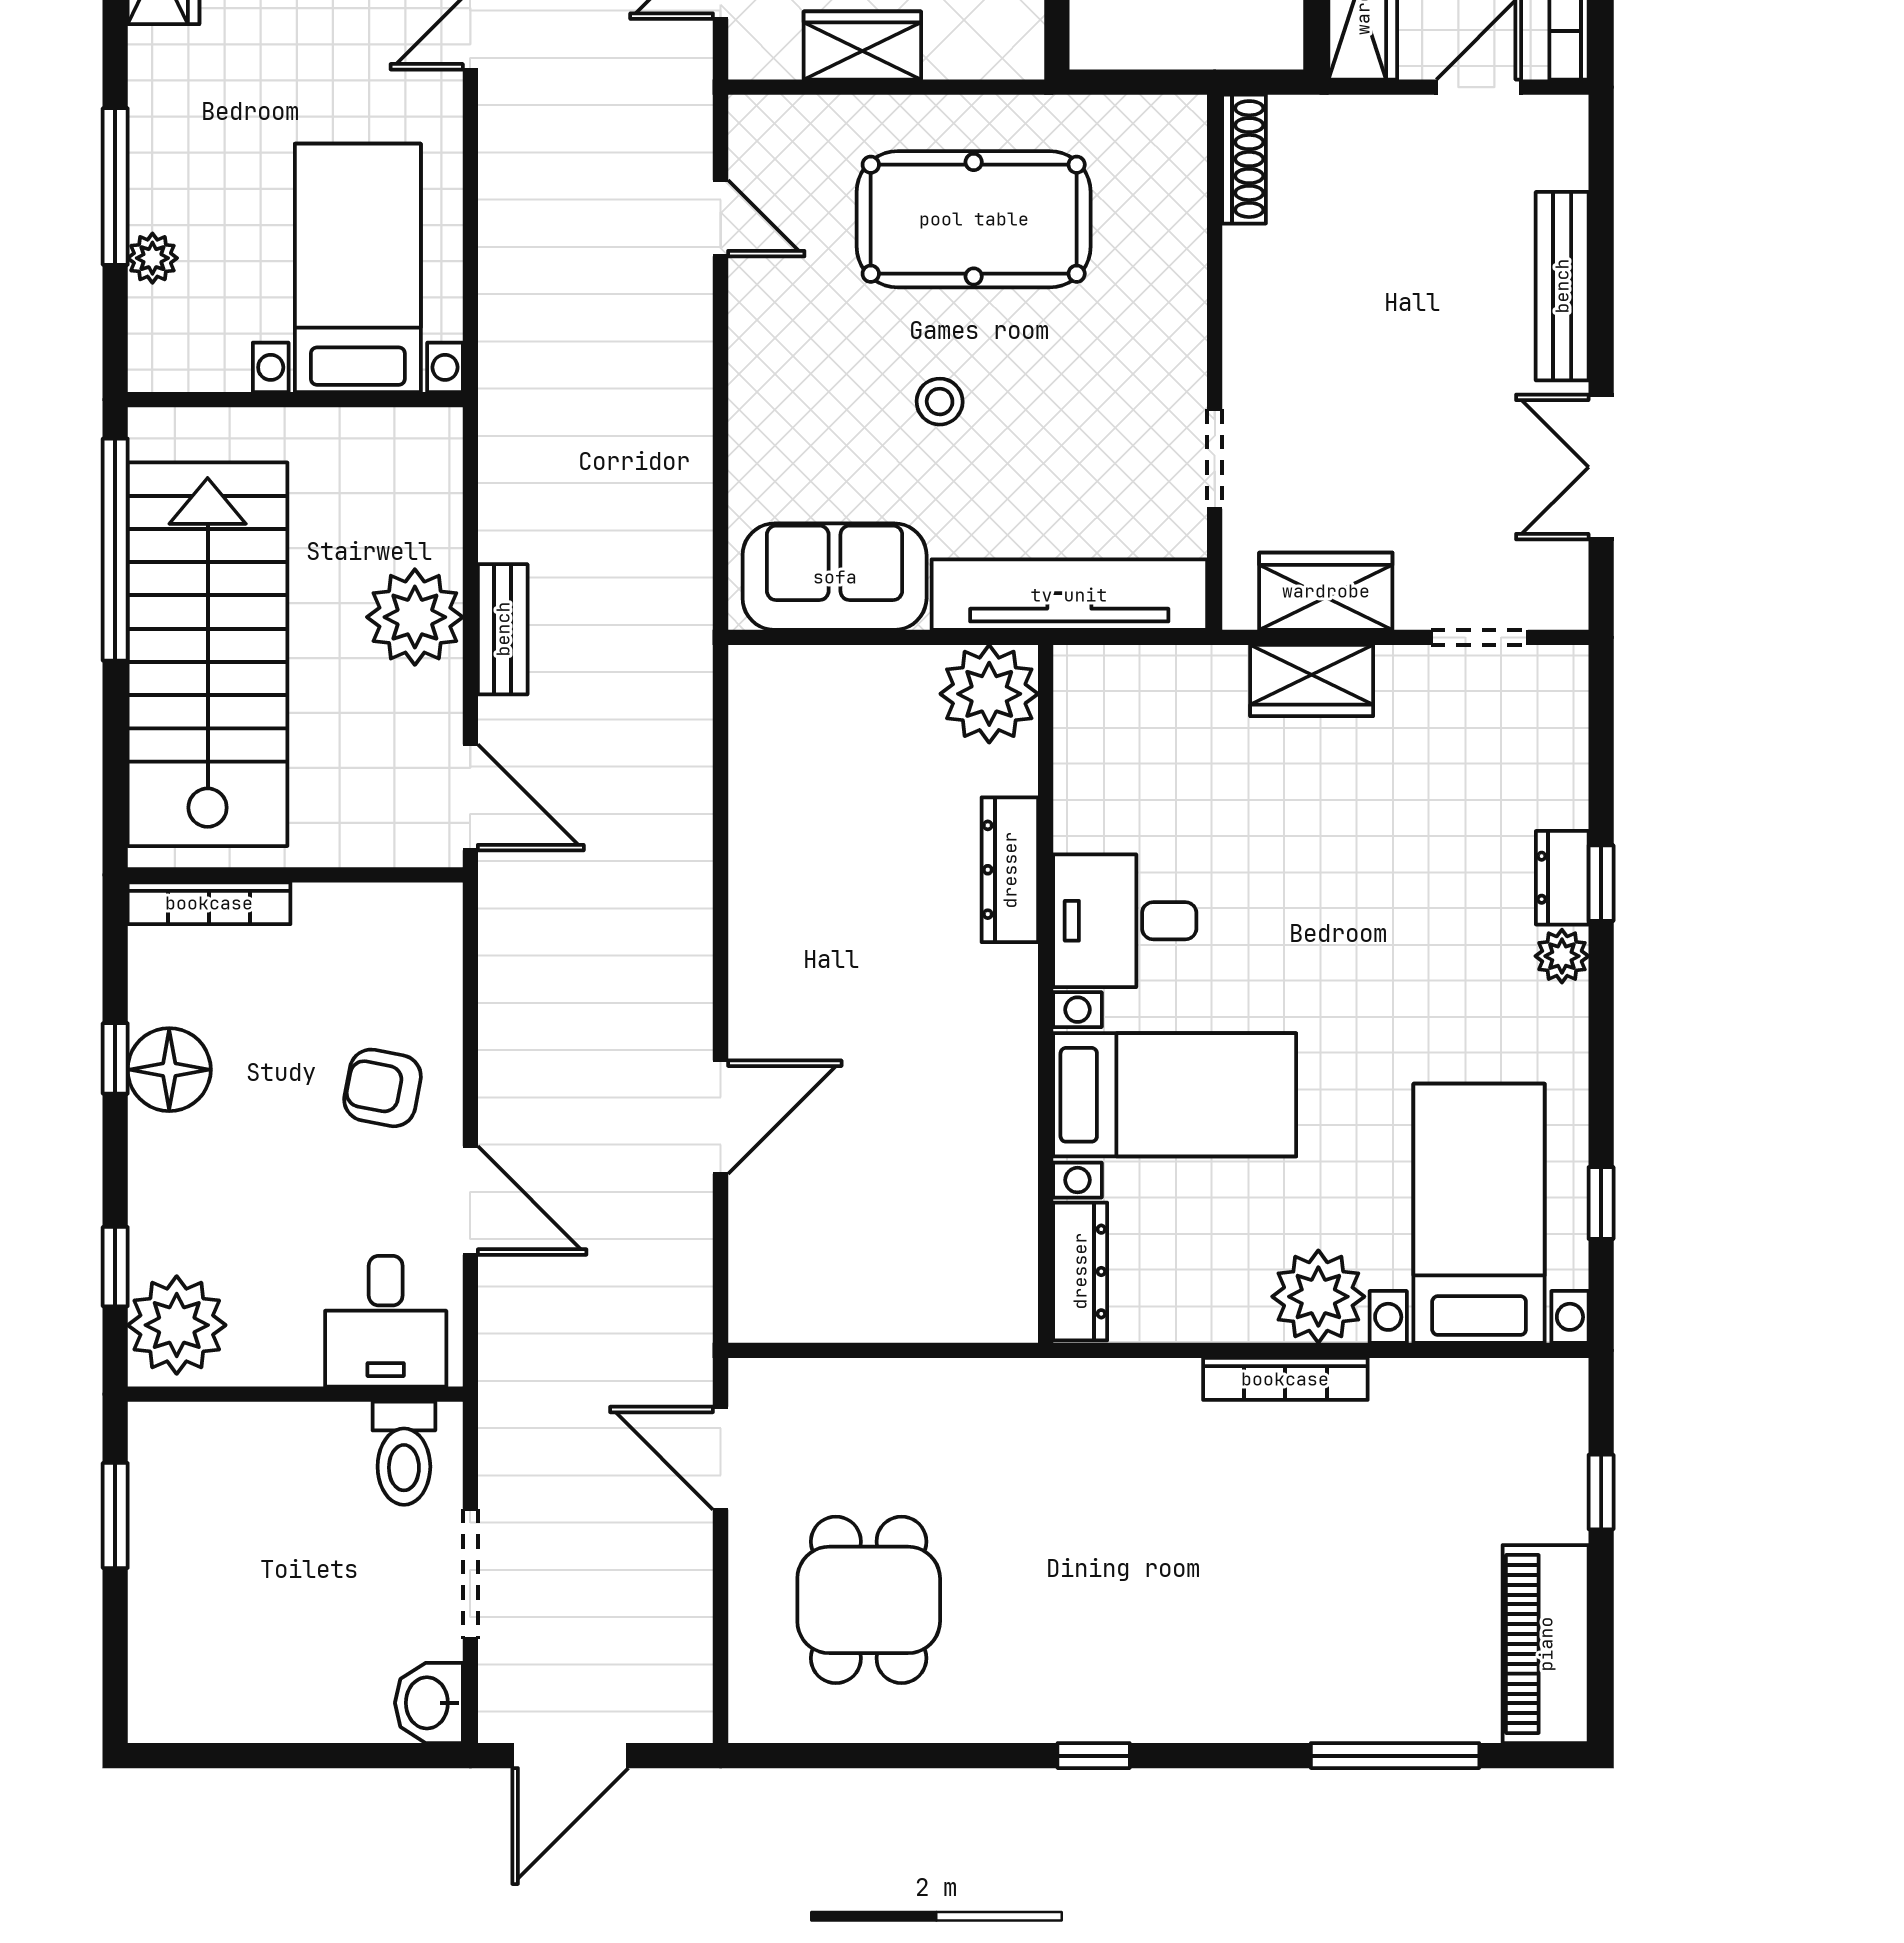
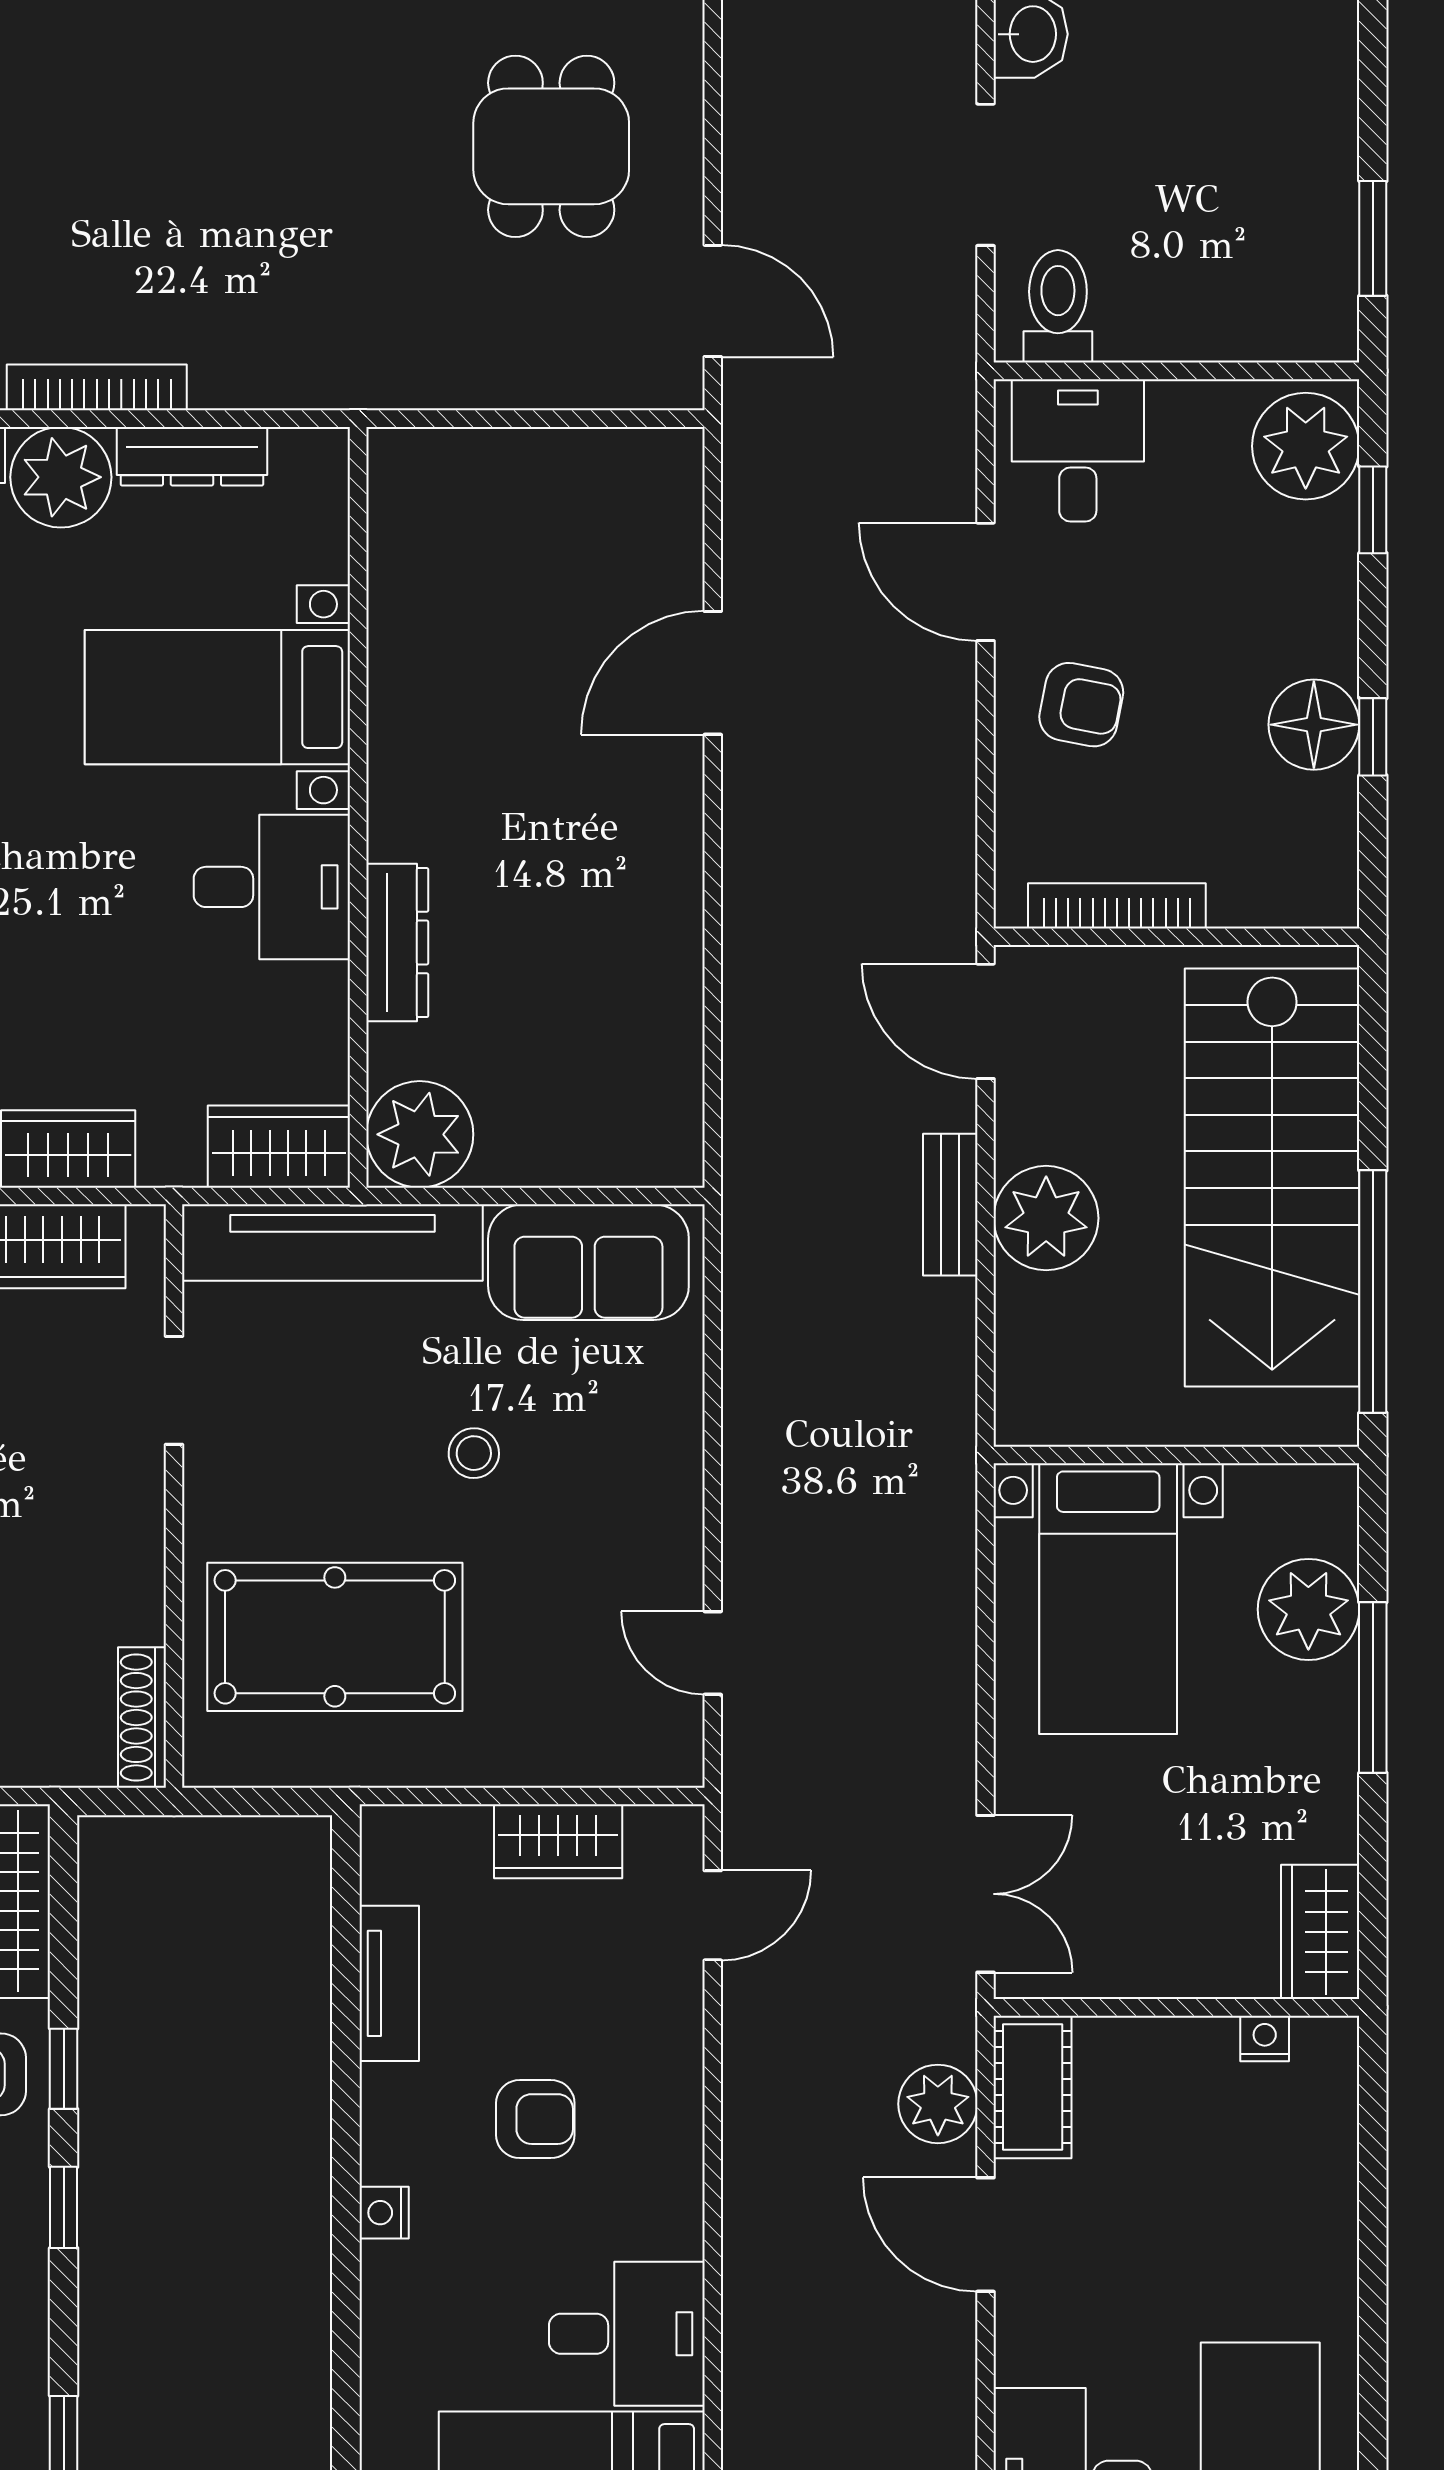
pool table: (974, 219) -> (335, 1637), moved
plant: (152, 258) -> (1308, 1609), width x1.87, depth x1.87
wardrobe: (1118, 683) -> (279, 1147), added
bookcase: (209, 903) -> (1117, 906), moved
dresser: (1080, 1271) -> (192, 456), moved, turned -90

